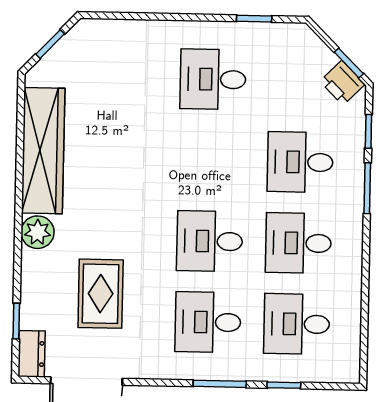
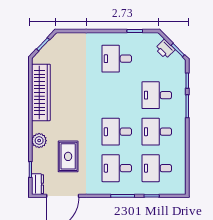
printer: (342, 83) -> (165, 49), moved
plant: (38, 232) -> (39, 141), moved

